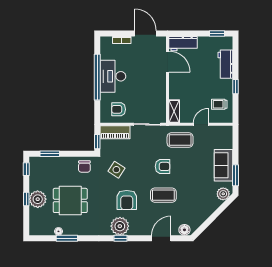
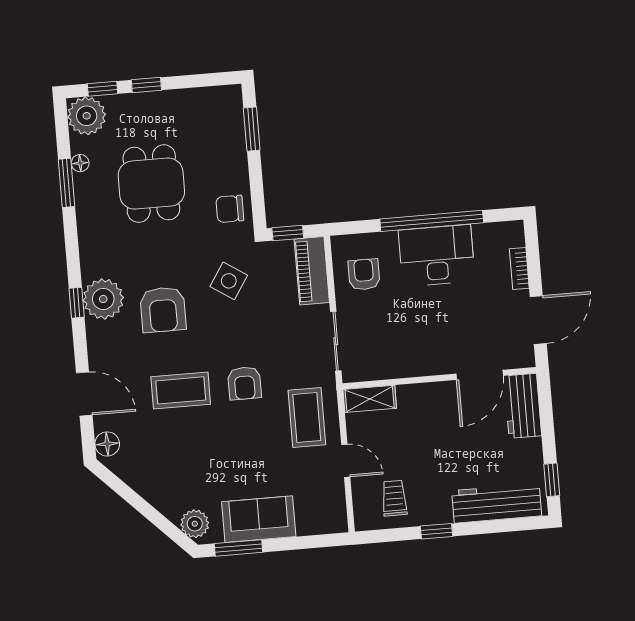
workbench: (225, 64) -> (497, 503), width x1.37
window: (26, 169) -> (102, 89), moved
coffee table: (163, 195) -> (181, 390), turned 90
plant: (38, 199) -> (87, 116), moved
armchair: (127, 200) -> (163, 310), turned -90

